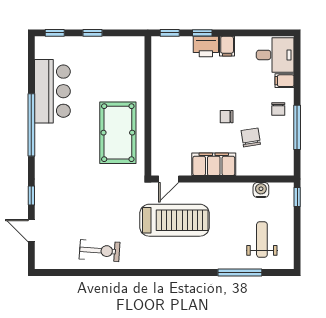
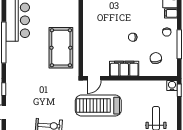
chair: (251, 137) -> (156, 58), moved
water cooler: (261, 190) -> (172, 86), moved
treadmill: (174, 220) -> (98, 106), turned 180

